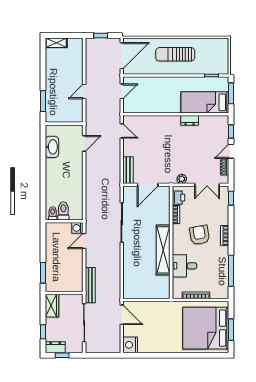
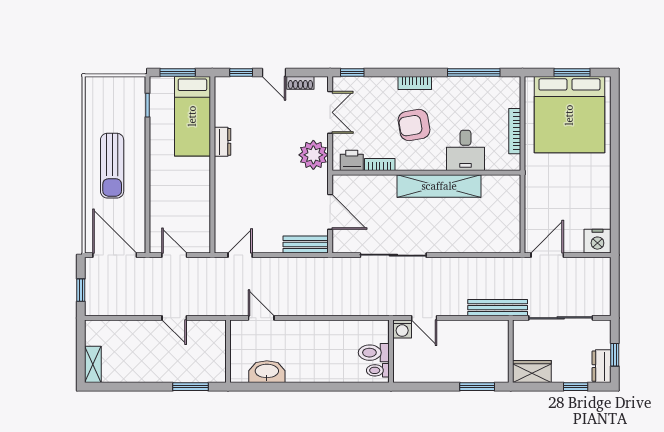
plant: (182, 179) -> (313, 155), width x1.87, depth x1.87

